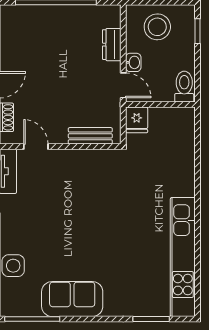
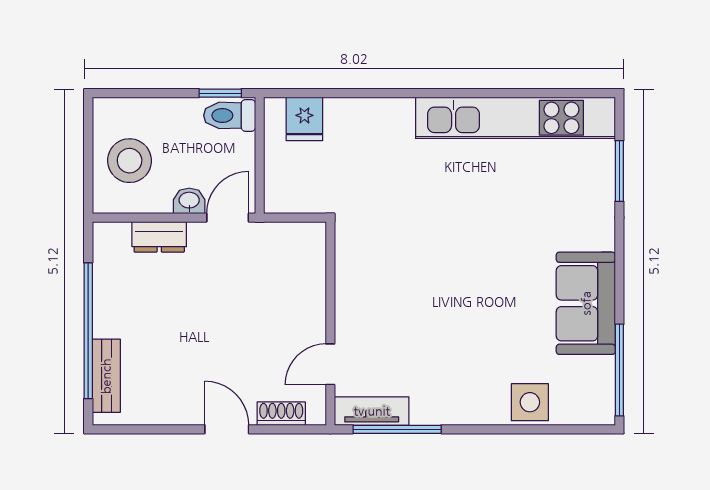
window: (198, 31) -> (220, 93), moved
fridge: (137, 120) -> (304, 119), moved, turned 90
bench: (90, 136) -> (106, 376), moved

